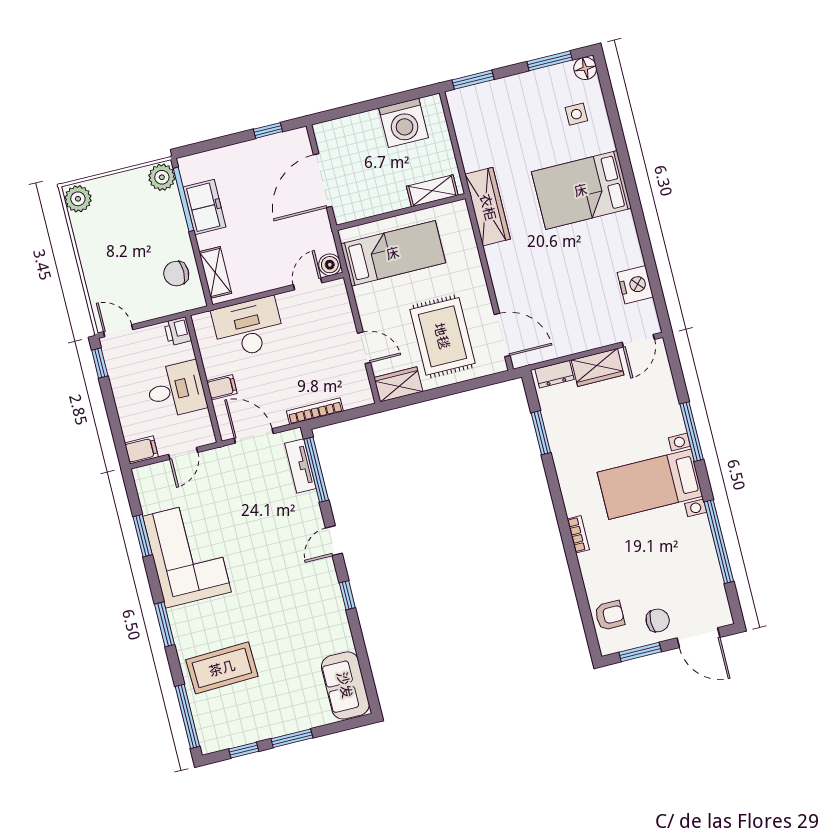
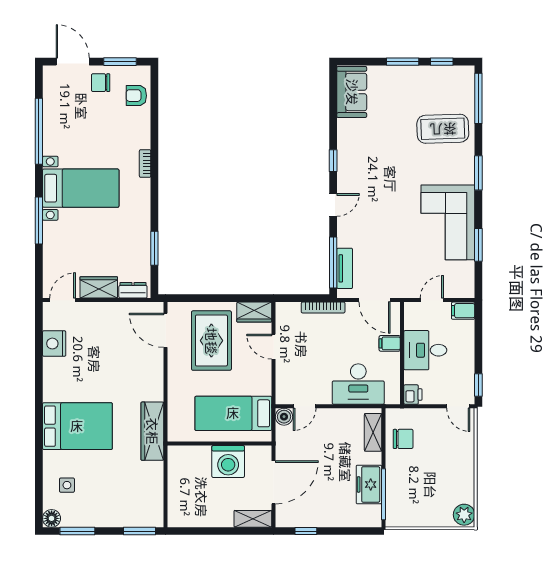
washing machine: (404, 123) -> (228, 461), moved, turned 180
plant: (162, 177) -> (396, 515), removed
shelving: (432, 191) -> (253, 519), moved

